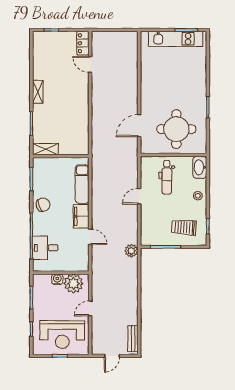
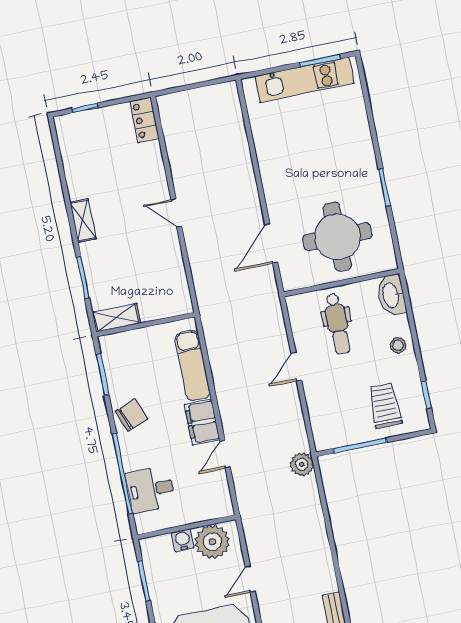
door: (90, 64) -> (176, 213), moved
trolley: (184, 227) -> (385, 405), turned 86
door: (90, 237) -> (225, 454), swing flipped

